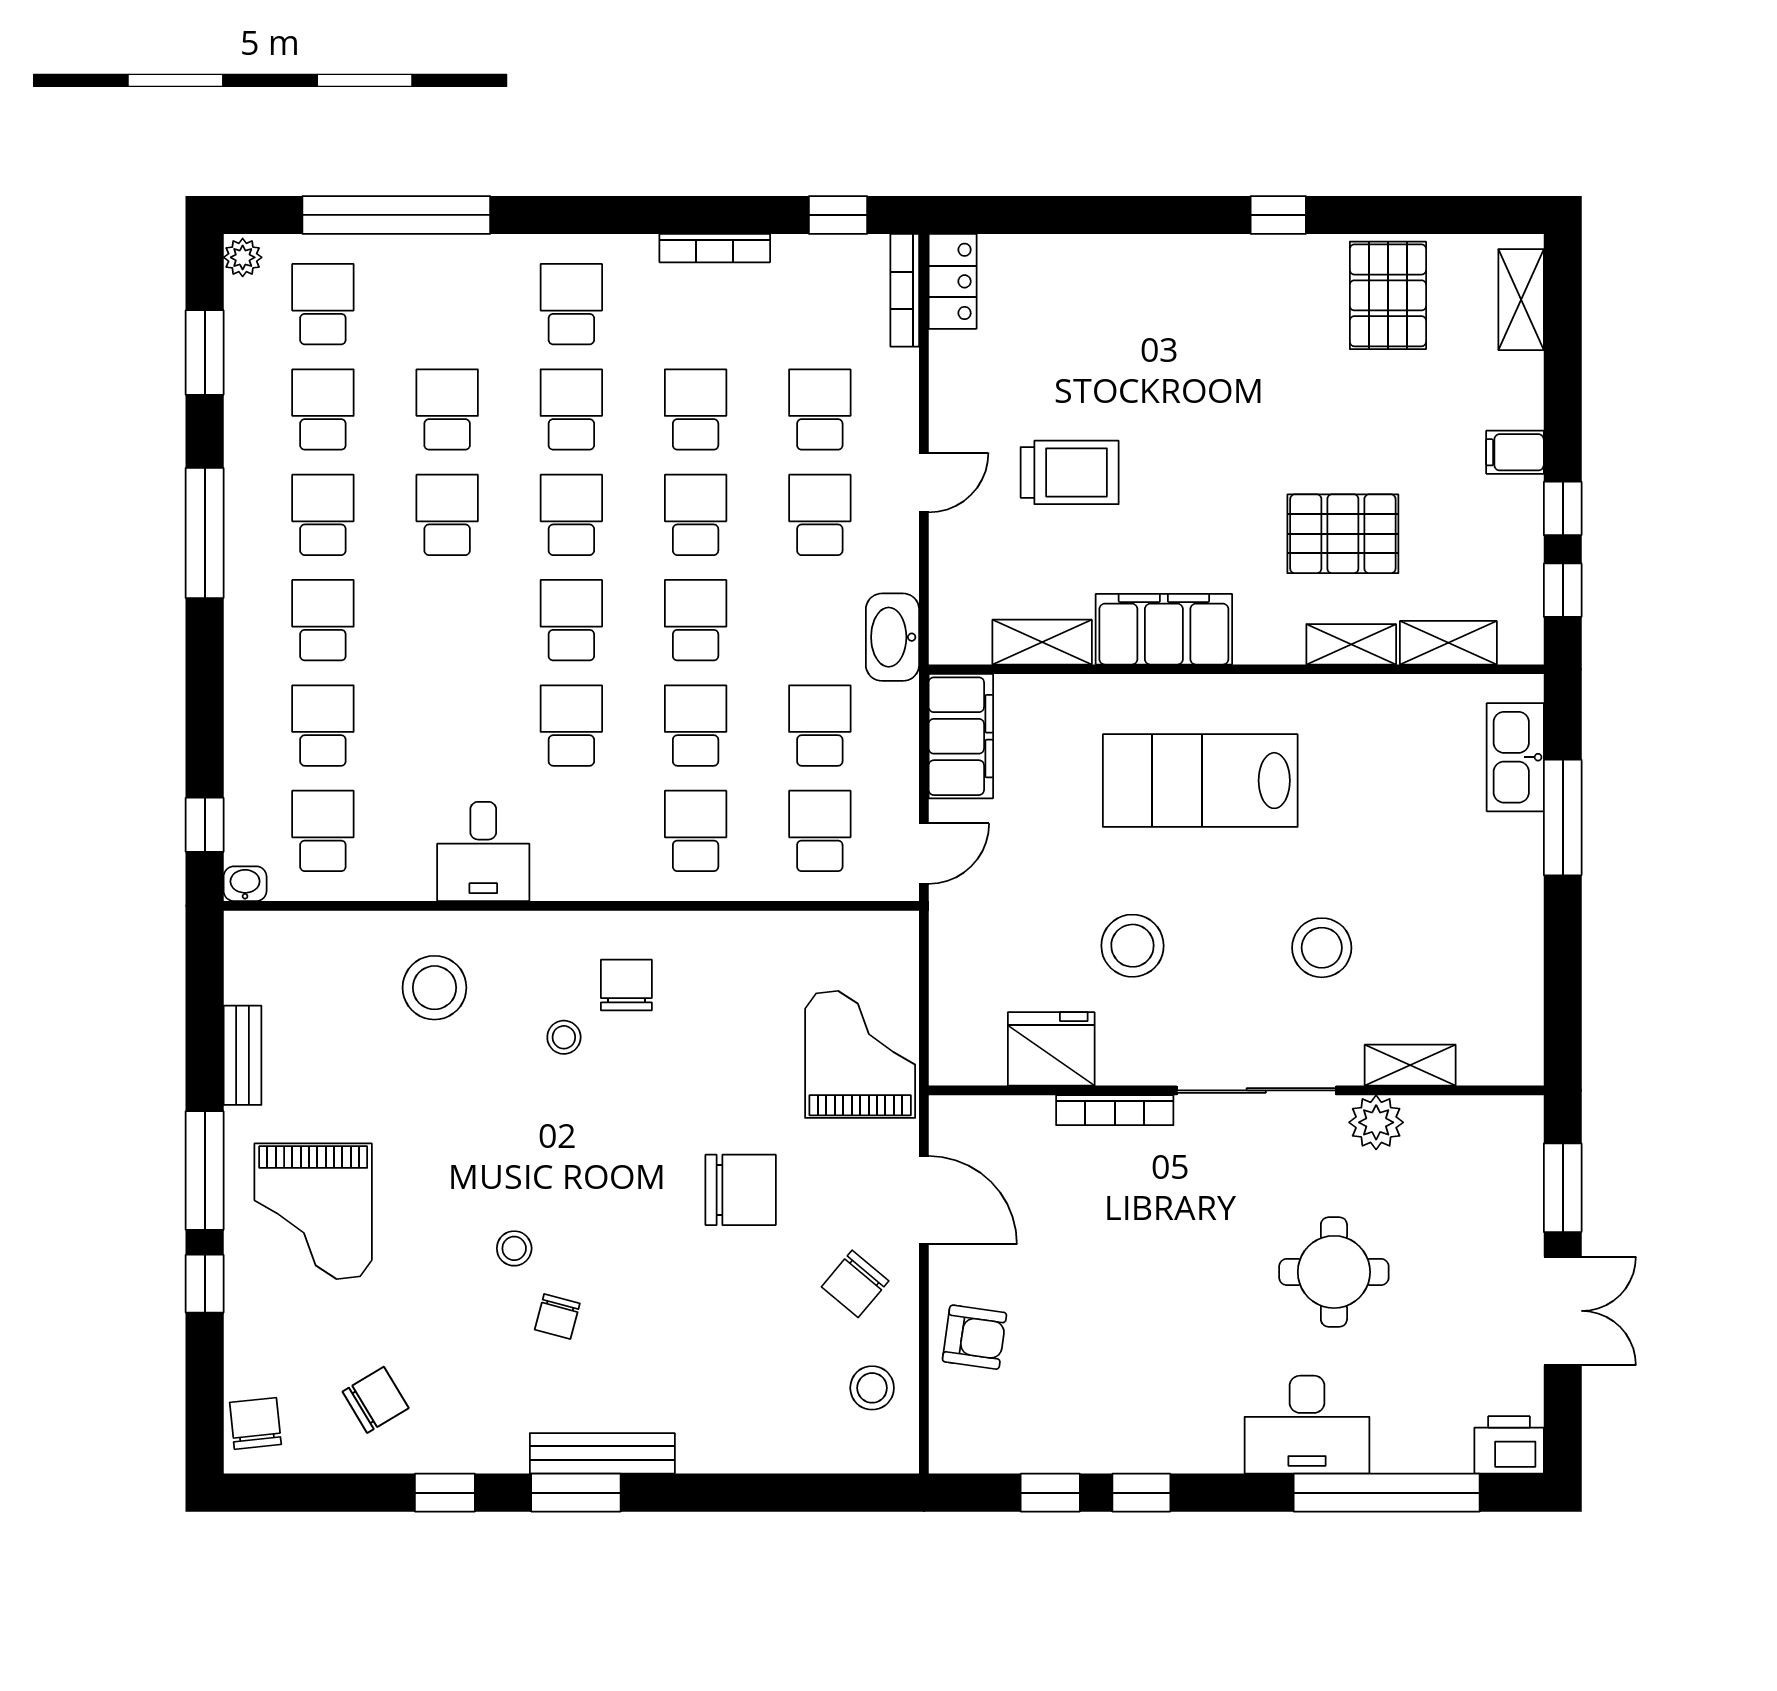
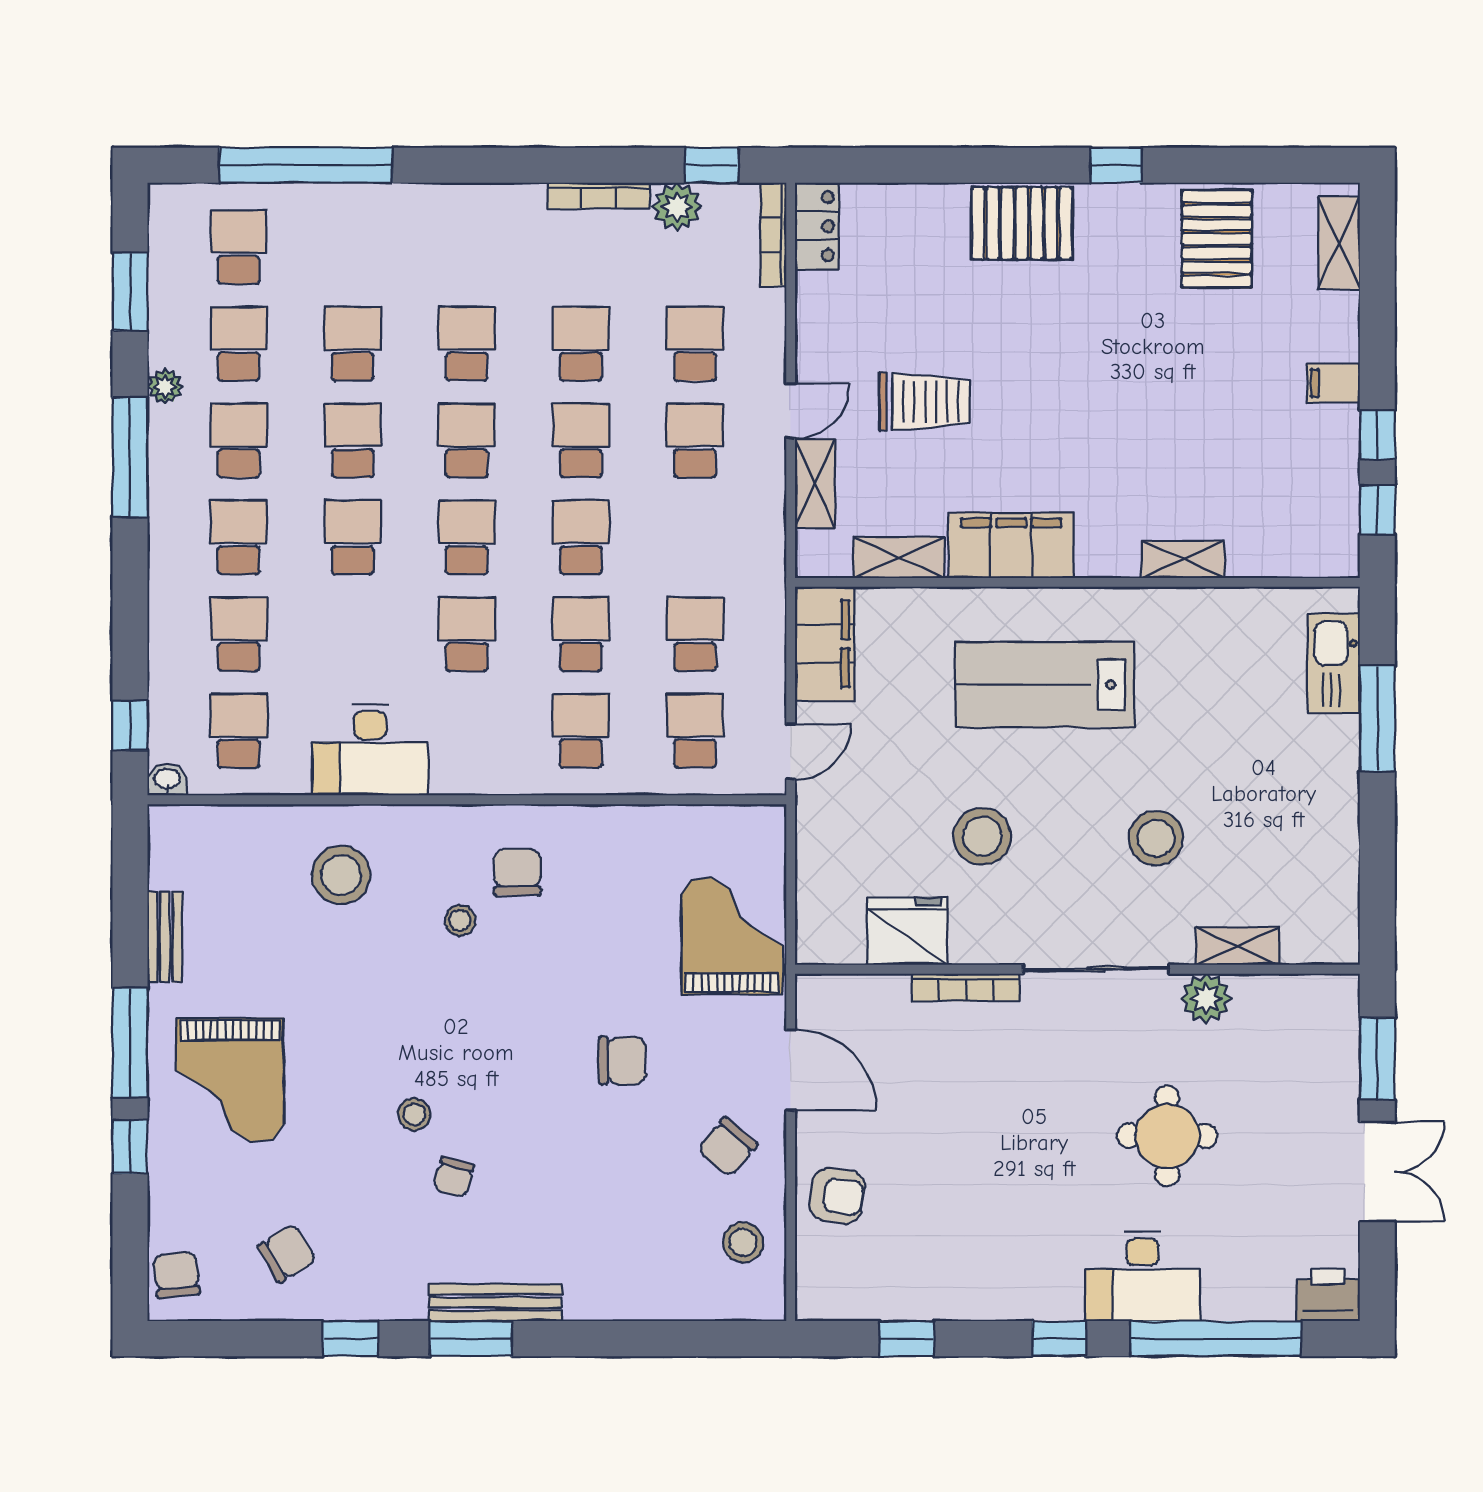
plant: (243, 257) -> (165, 386), moved
plant: (800, 260) -> (677, 207), added
school desk: (571, 304) -> (353, 537), moved
pallet: (1343, 534) -> (1022, 223), moved
washbasin: (892, 637) -> (762, 553), removed
shelving: (1448, 643) -> (815, 483), moved, turned 90
desk: (483, 851) -> (370, 750), width x1.37
chair: (741, 1190) -> (622, 1061), width x0.73, depth x0.73
window: (1141, 1493) -> (1059, 1339), moved

